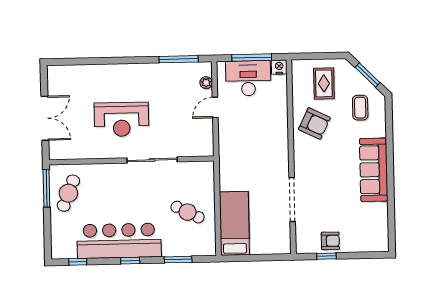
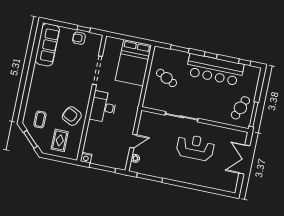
desk: (248, 78) -> (103, 107), moved, turned 90
sofa: (374, 170) -> (47, 45), moved
bed: (234, 223) -> (133, 63), width x1.50

